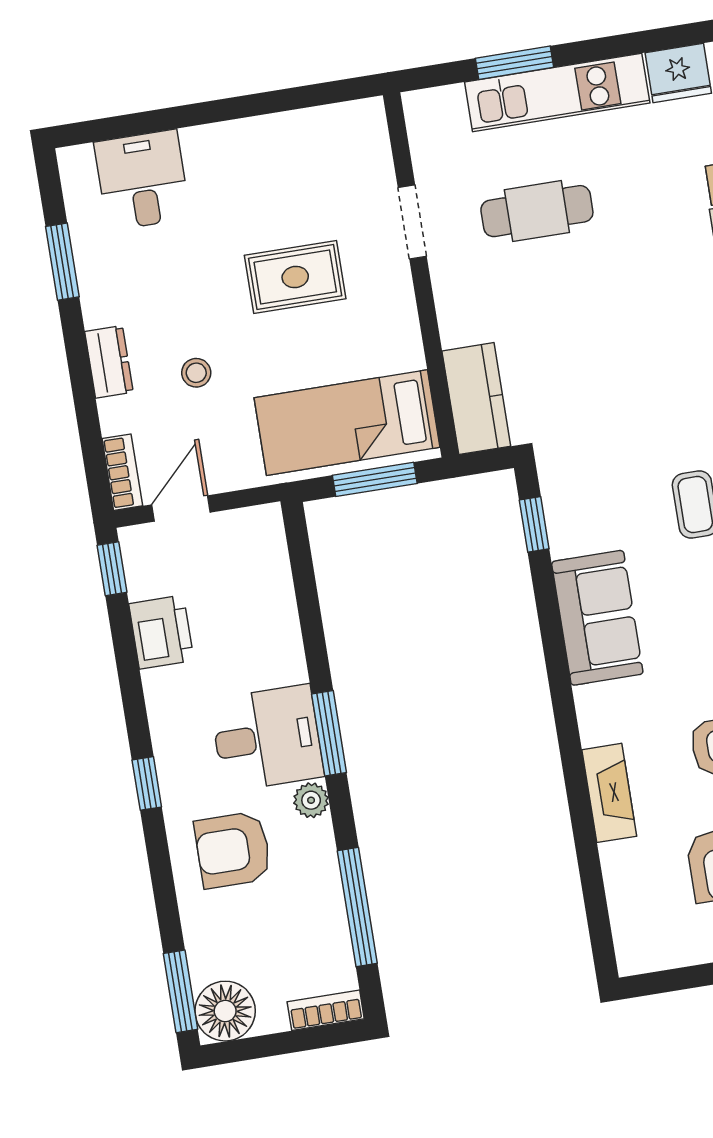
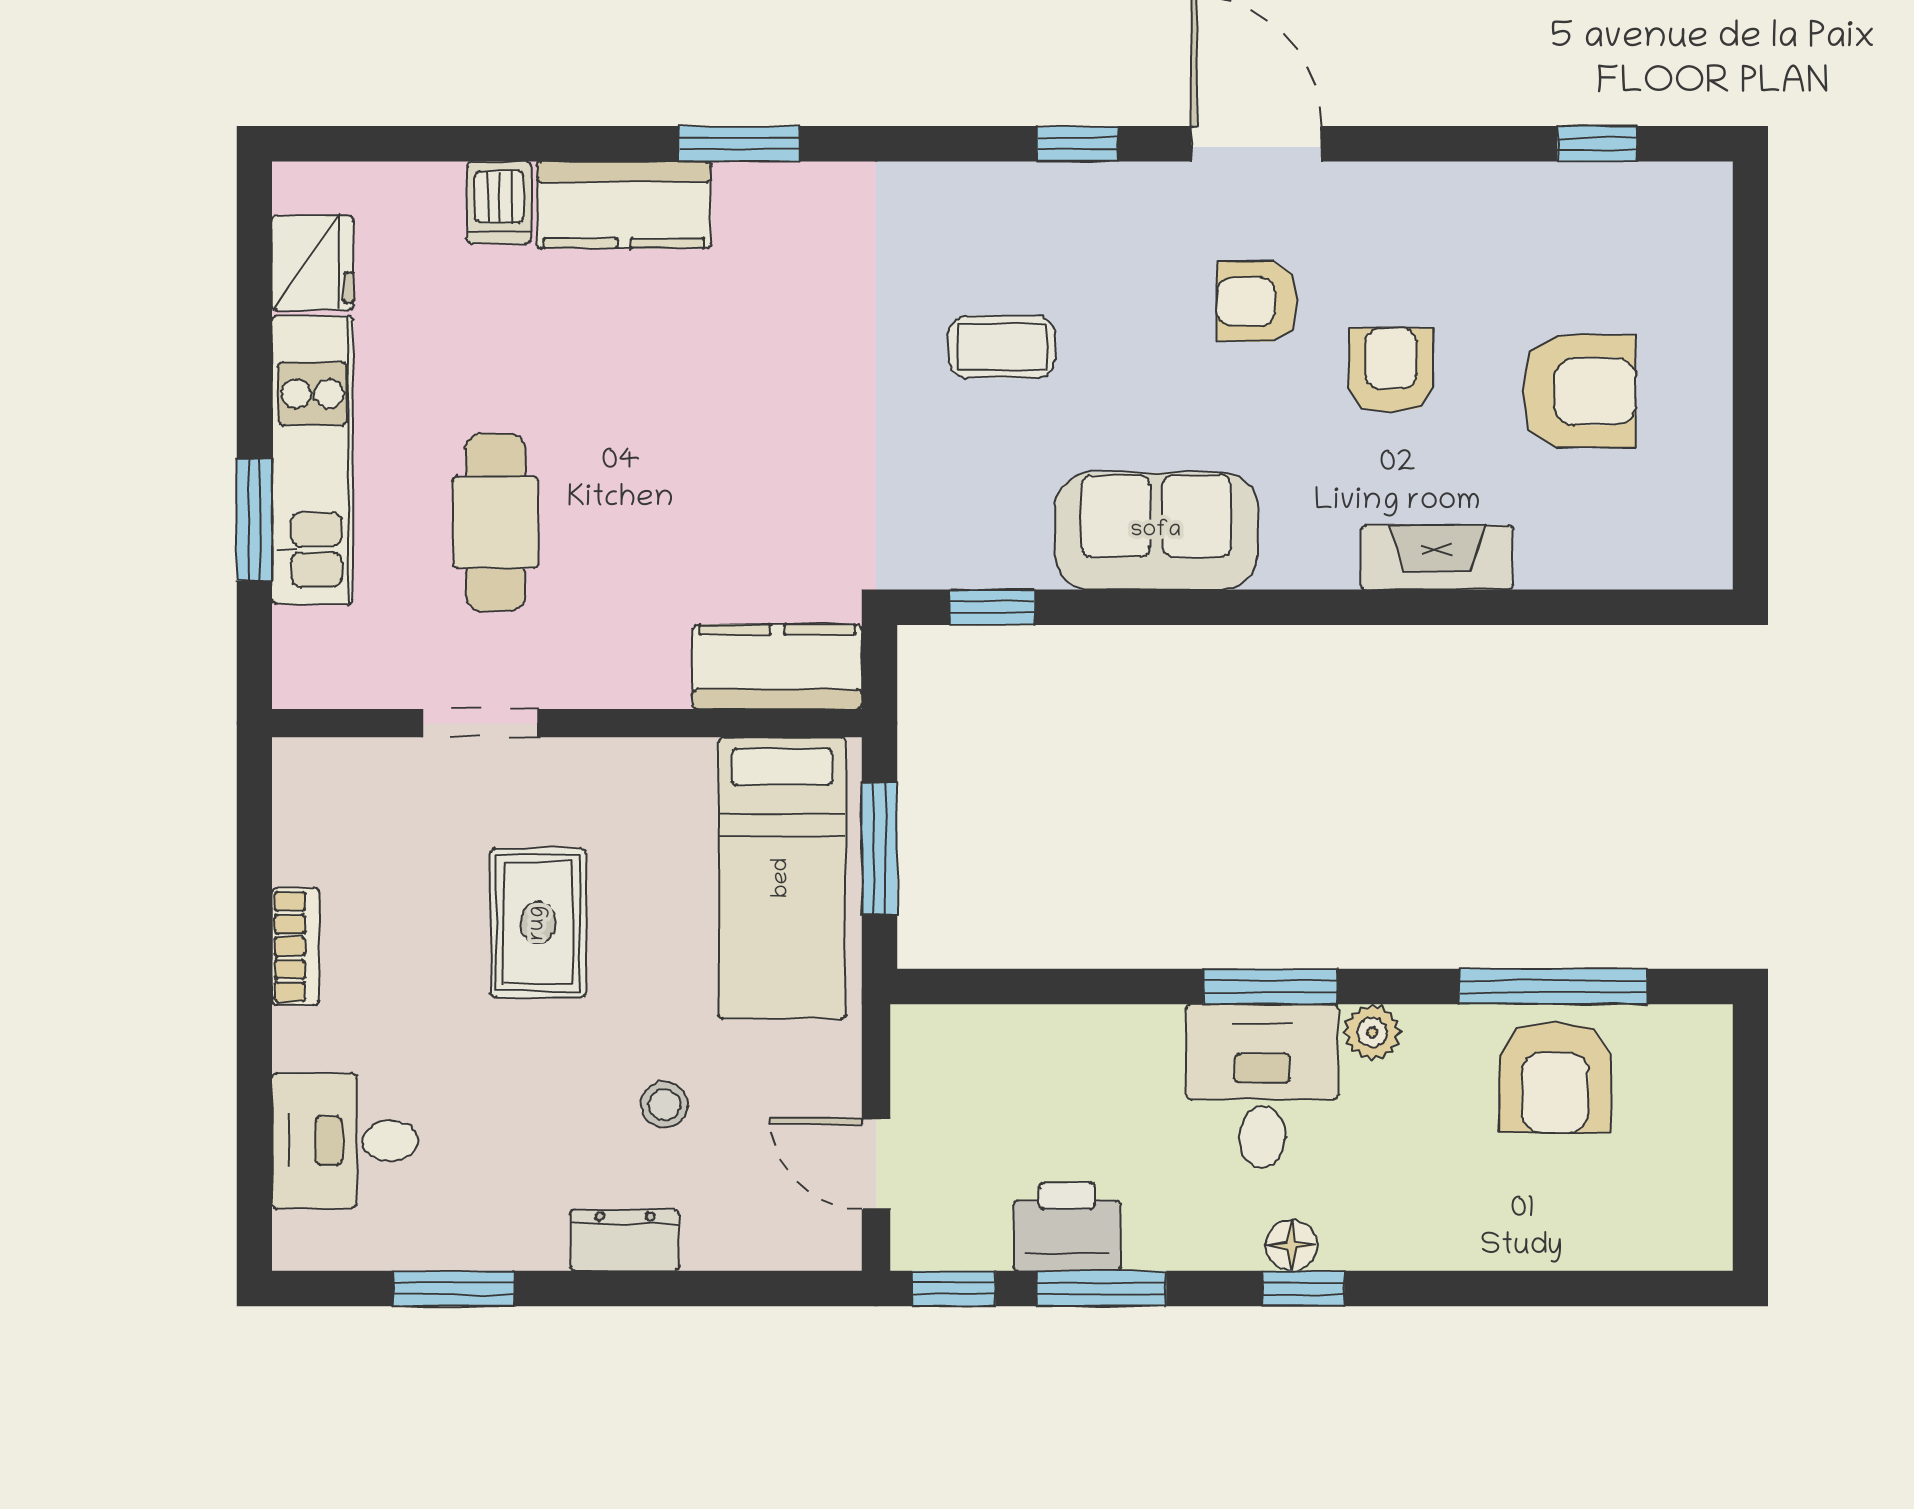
bookcase: (122, 472) -> (295, 947), moved, turned 90
armchair: (233, 850) -> (1555, 1077), moved
window: (180, 991) -> (1101, 1289), moved
bookcase: (326, 1010) -> (1709, 1063), removed
floor lamp: (225, 1011) -> (1292, 1245), moved, width x0.53, depth x0.53

